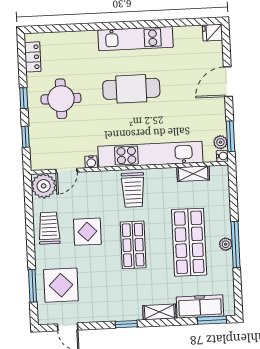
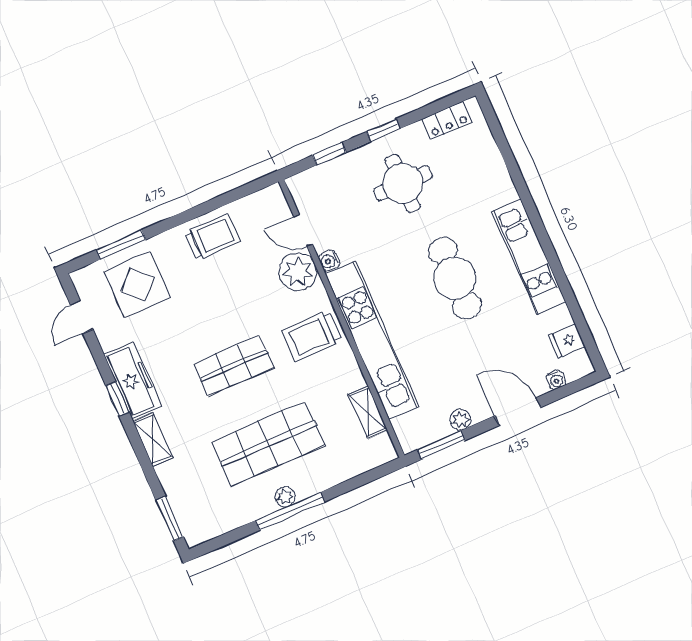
fridge: (212, 33) -> (567, 341), moved, turned -90
plant: (220, 142) -> (460, 420), moved
water cooler: (222, 156) -> (556, 380), moved
plant: (44, 186) -> (298, 272), moved
display table: (87, 232) -> (228, 293), removed
freezer: (200, 307) -> (133, 380), moved

